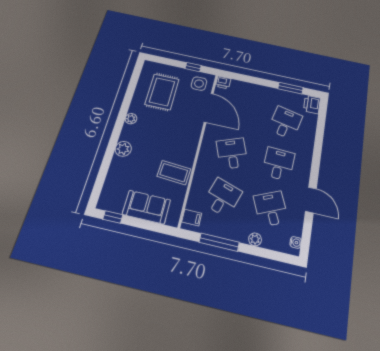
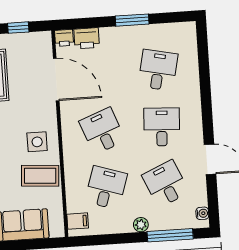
side table: (199, 84) -> (37, 142), moved
window: (290, 88) -> (132, 20), moved
printer: (312, 104) -> (87, 38), moved, turned -90
plant: (255, 239) -> (141, 225), moved
window: (219, 242) -> (170, 235), moved

